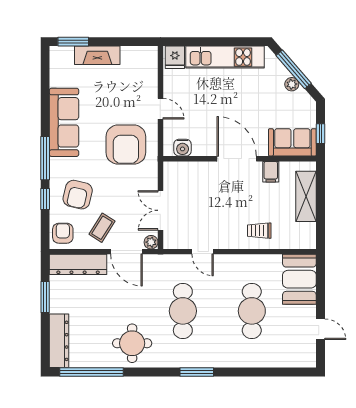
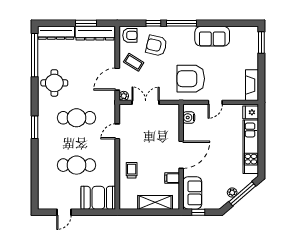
fireplace: (97, 55) -> (252, 85), moved
sofa: (64, 122) -> (212, 36), width x0.73
dresser: (78, 264) -> (95, 33), moved, turned -90

